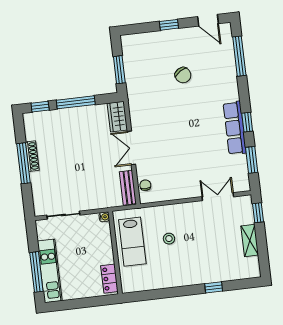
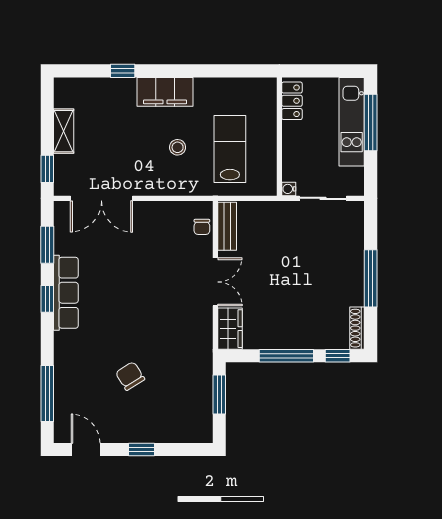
shoe rack: (32, 156) -> (357, 328), moved
double door: (218, 197) -> (101, 198), width x1.37
water cooler: (104, 217) -> (289, 189), moved
wall: (115, 253) -> (279, 137), moved
filing cabinet: (182, 276) -> (165, 92), added
locker: (109, 279) -> (292, 101), moved

